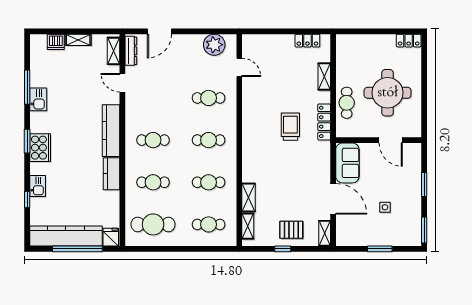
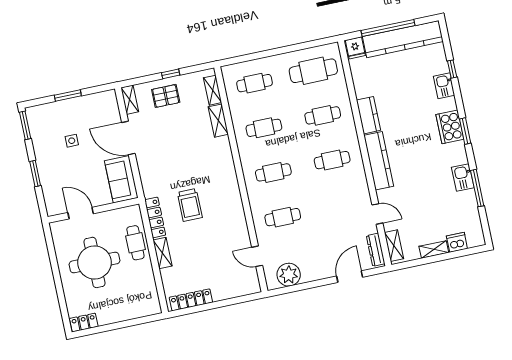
locker: (307, 41) -> (191, 300), width x1.53
shelving: (324, 77) -> (162, 253), moved

